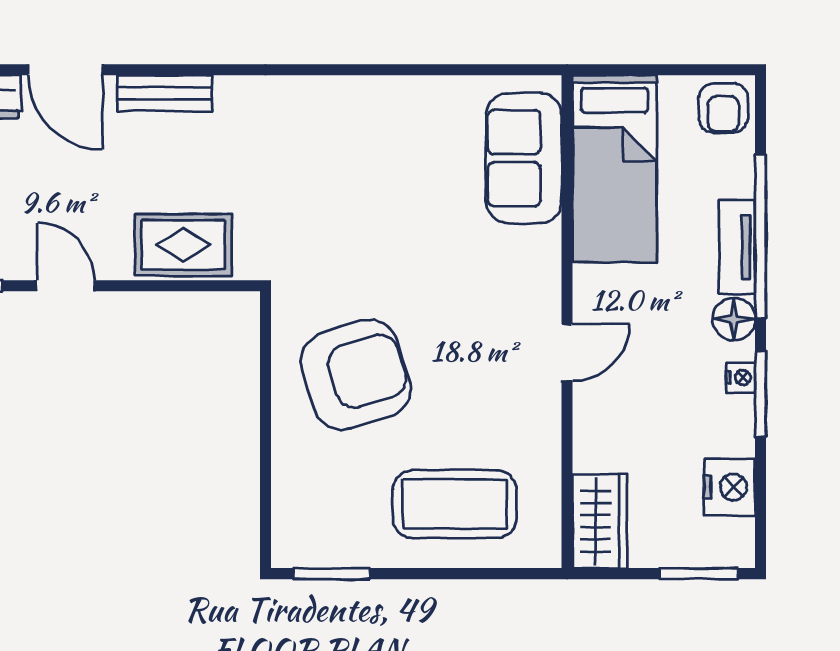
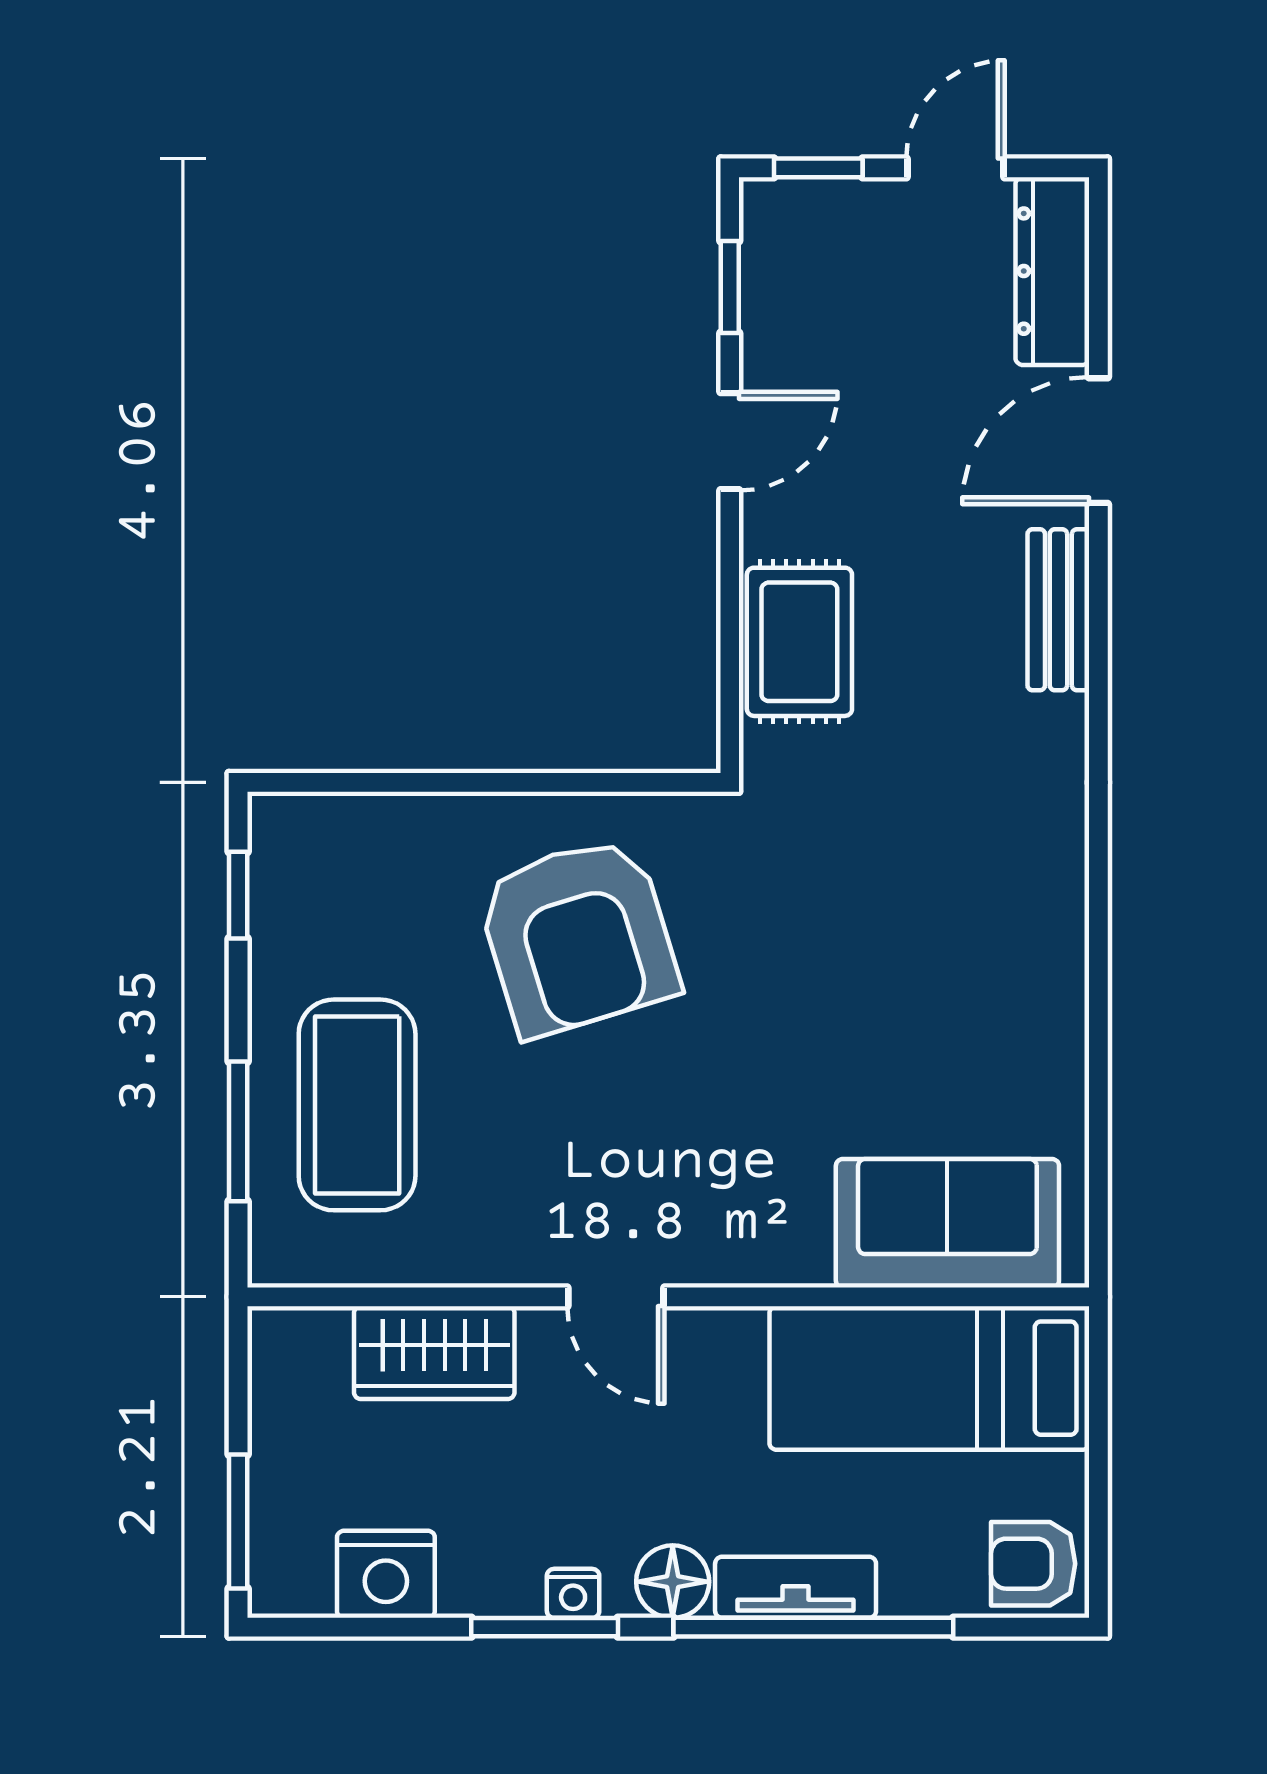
wardrobe: (600, 521) -> (434, 1353), moved
window: (332, 574) -> (238, 895), width x0.67
window: (470, 574) -> (238, 1131), added

